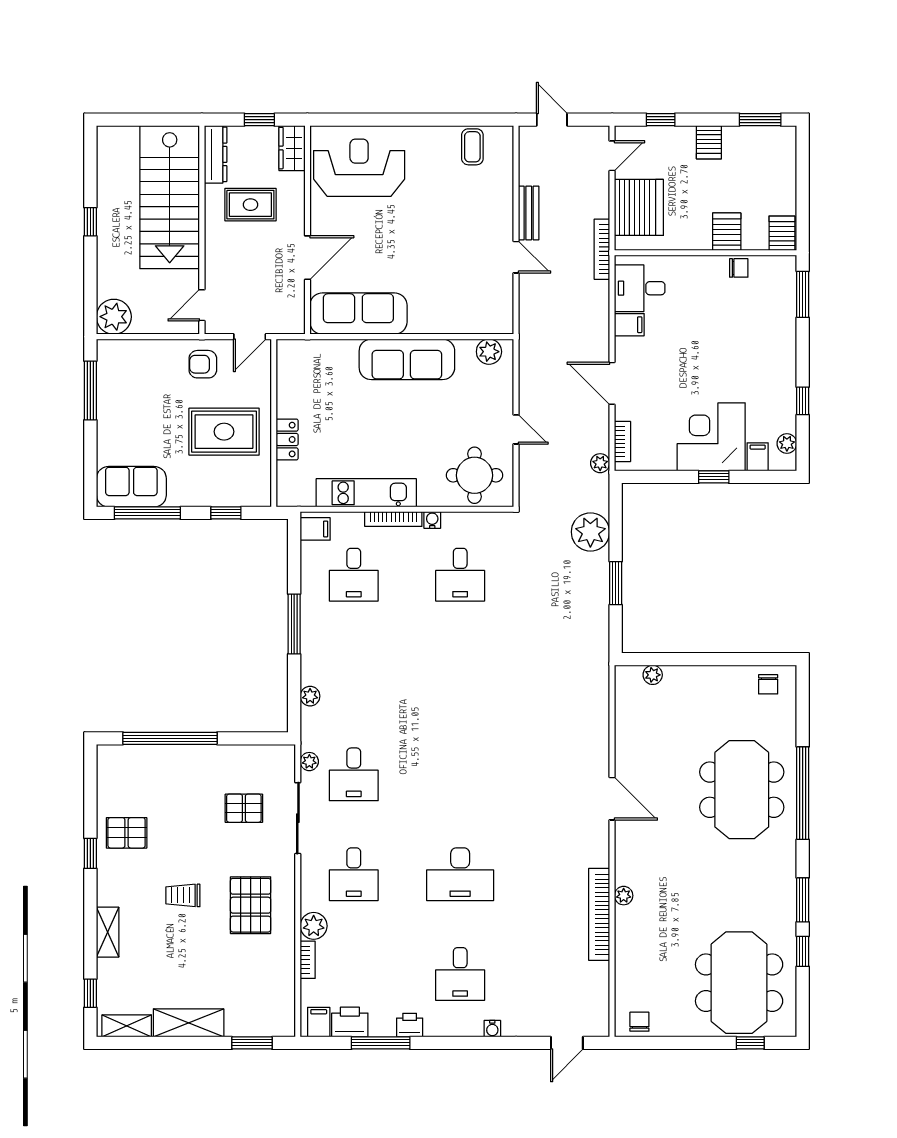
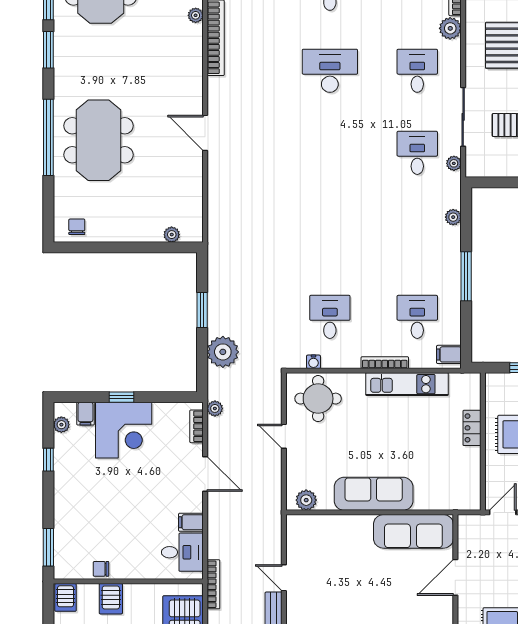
water cooler: (432, 520) -> (313, 362), moved
plant: (624, 896) -> (196, 15), moved

